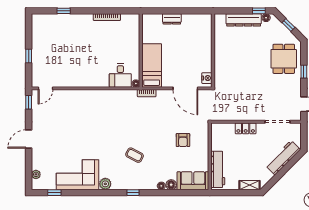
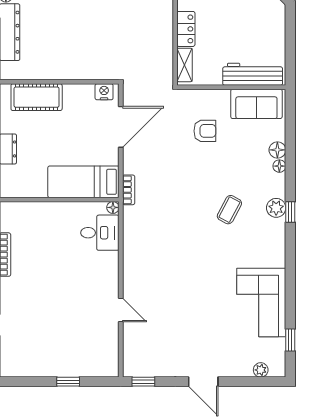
cot: (204, 37) -> (37, 97), added
door: (46, 88) -> (121, 310), moved
sofa: (193, 181) -> (256, 104), moved, turned -90
plant: (105, 184) -> (276, 208), moved
shelving: (249, 185) -> (185, 65), moved

